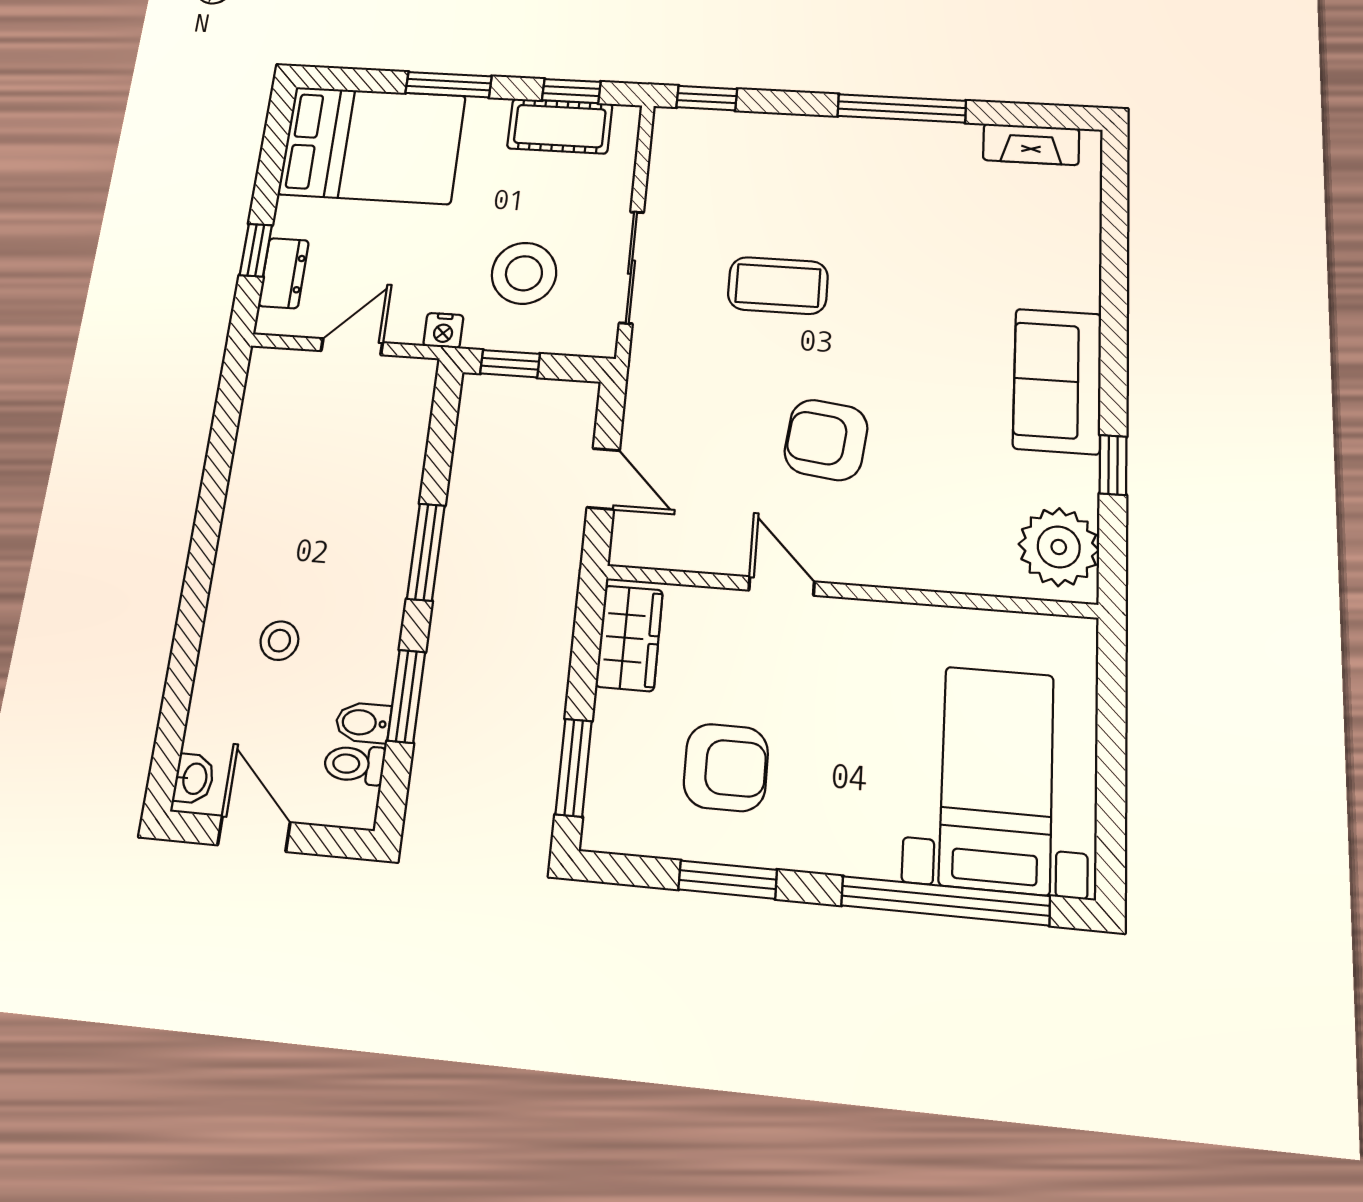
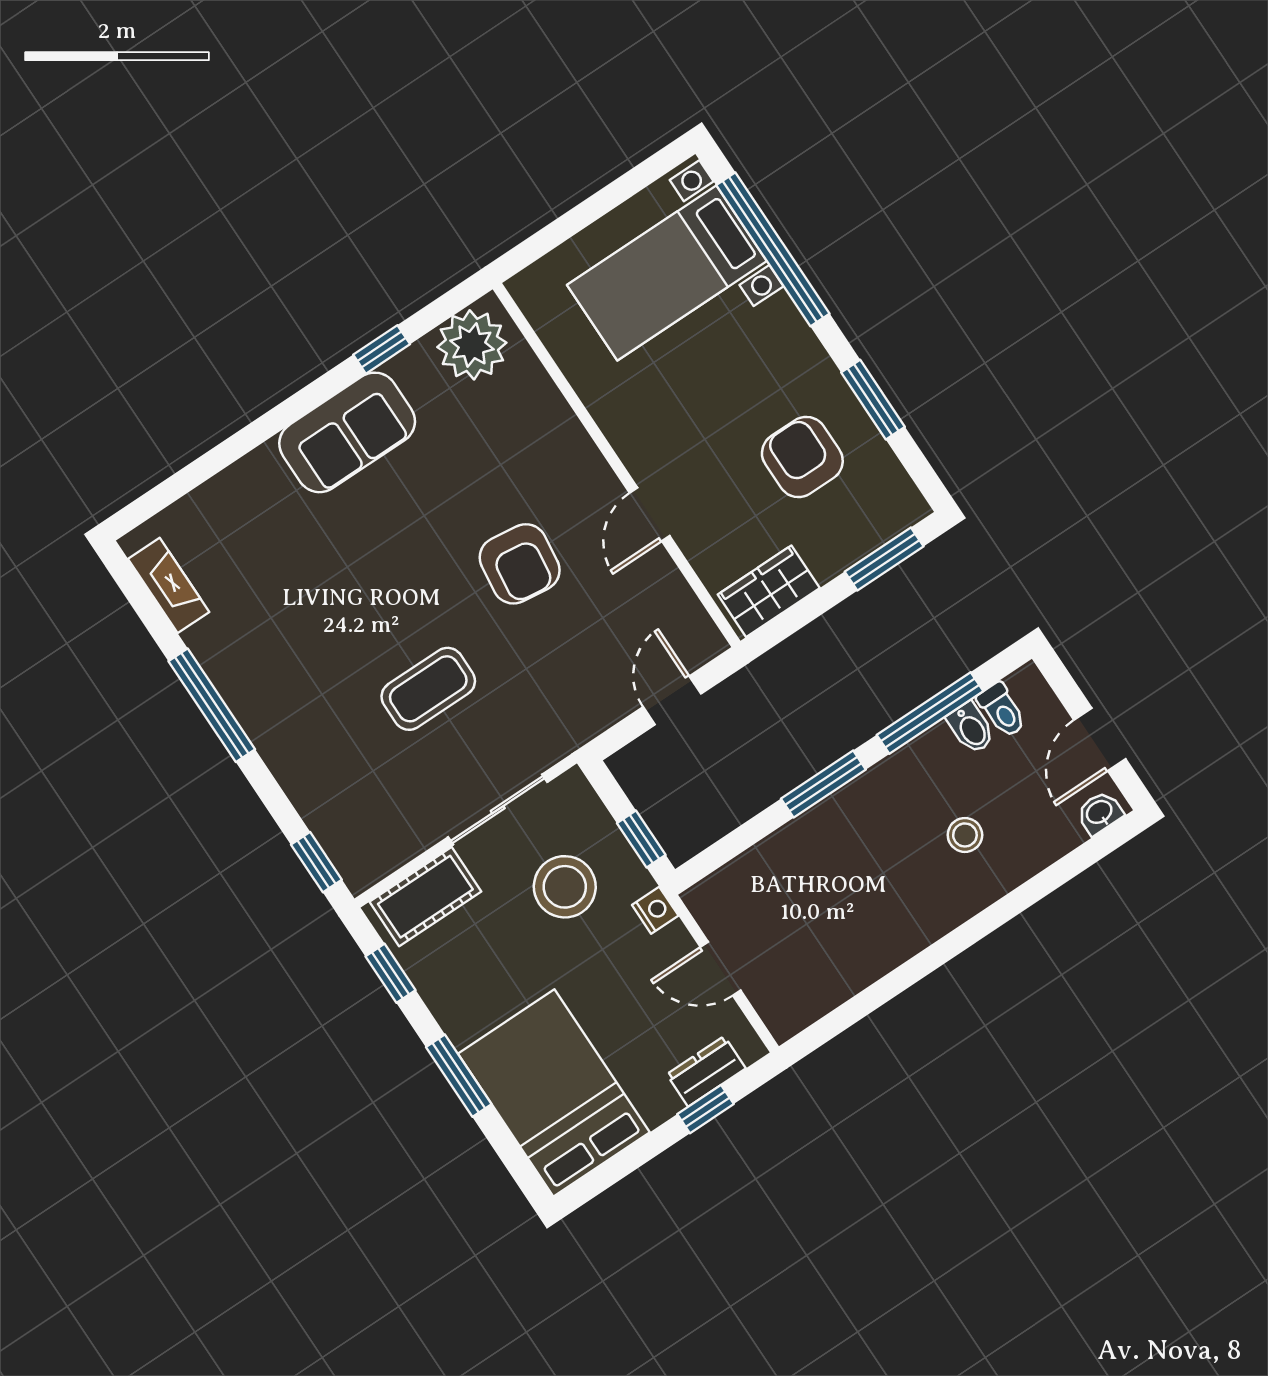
cot: (560, 126) -> (425, 897), moved, turned 90
coffee table: (778, 286) -> (428, 689), turned 90
window: (406, 696) -> (930, 713), width x1.44

